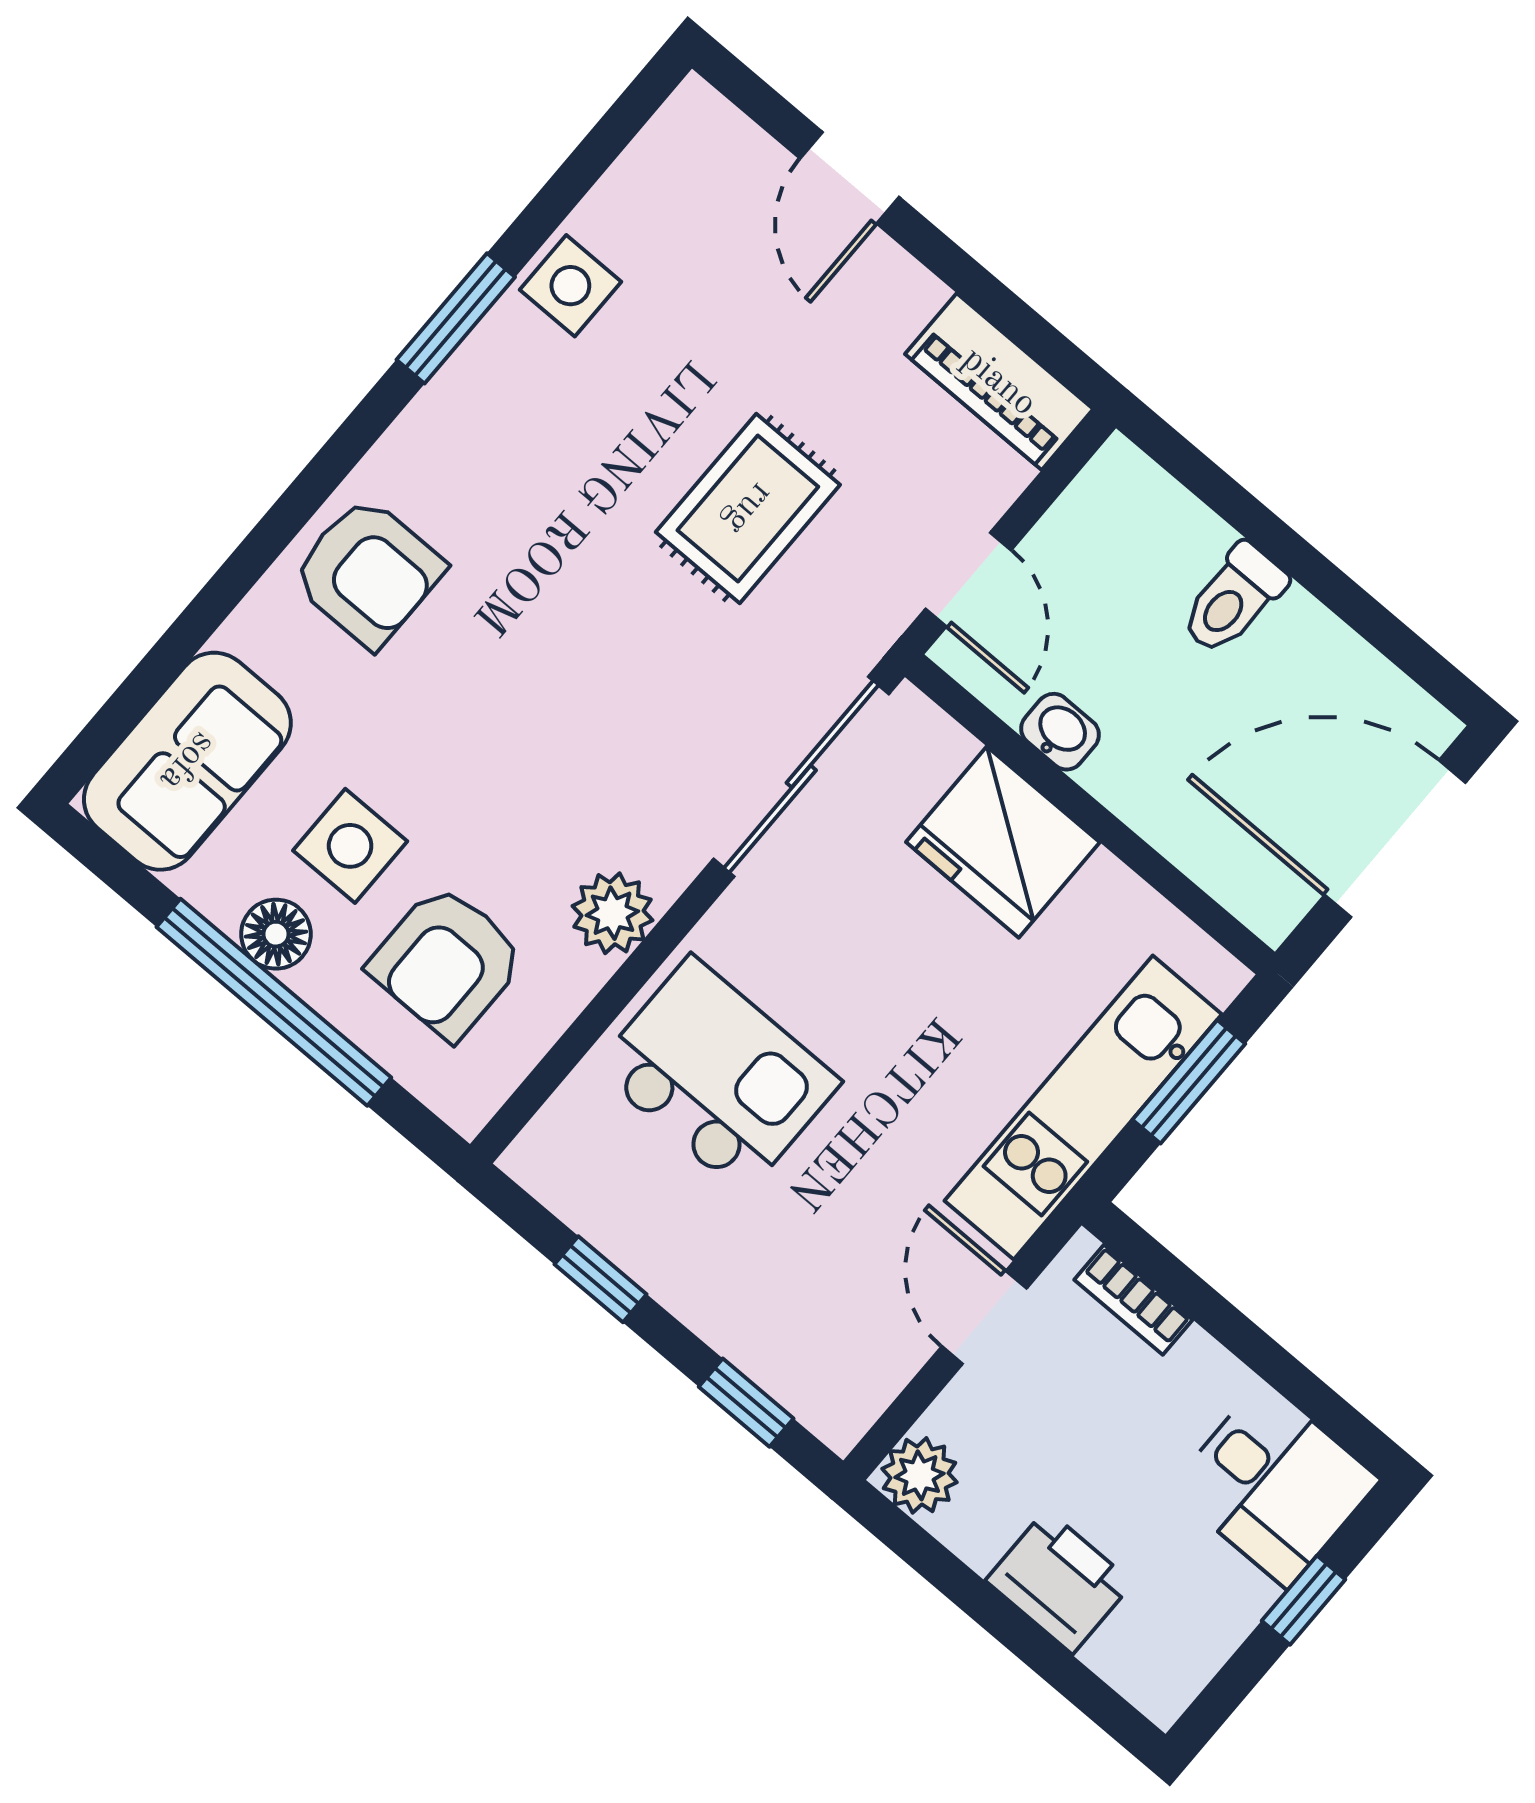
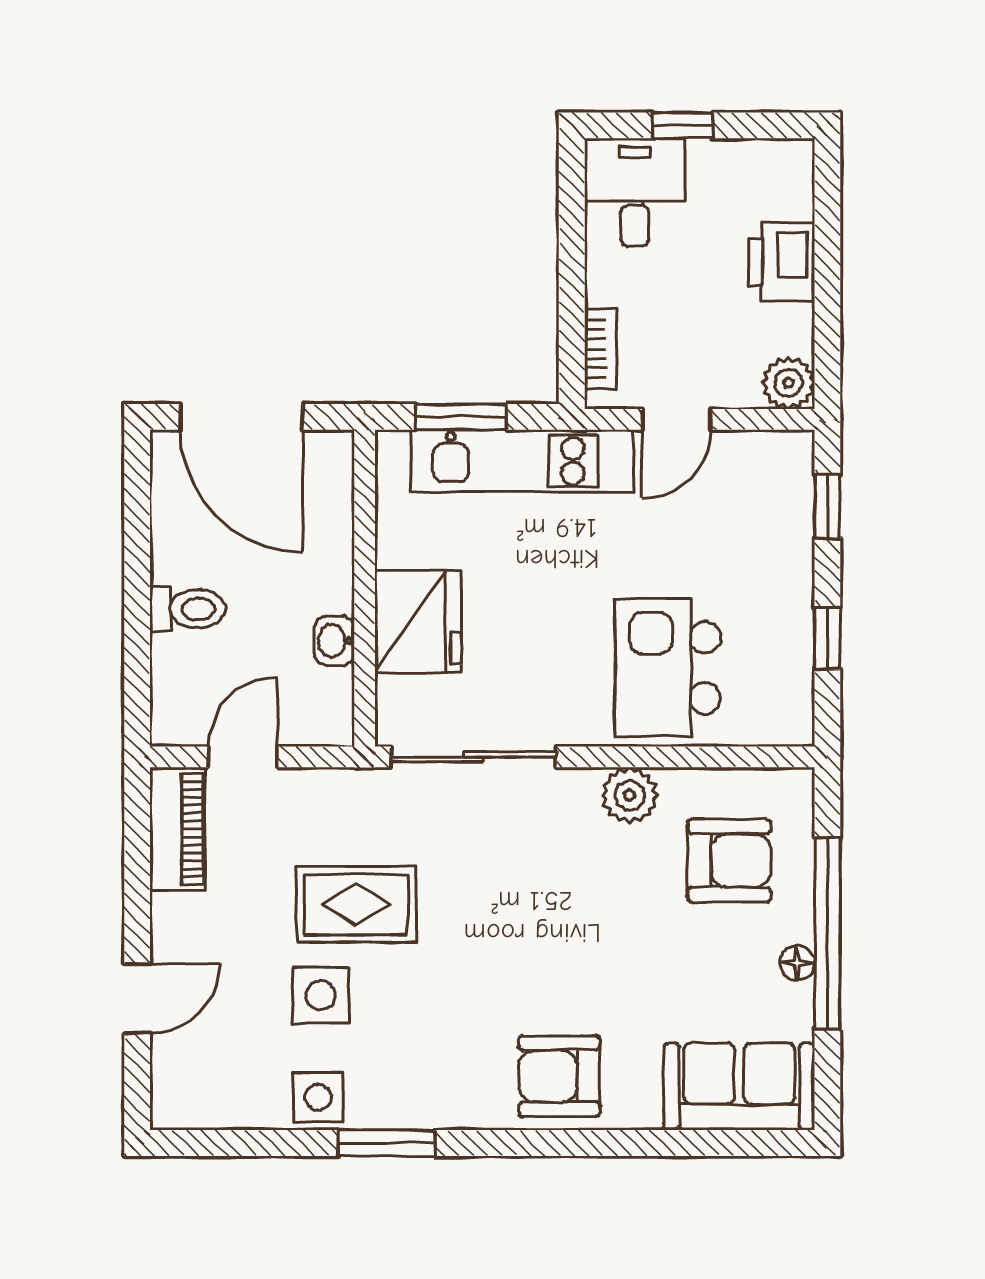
armchair: (368, 572) -> (559, 1076), turned -90
door: (968, 579) -> (243, 757), moved
side table: (350, 846) -> (320, 995), moved
floor lamp: (276, 934) -> (797, 963), width x0.73, depth x0.73

